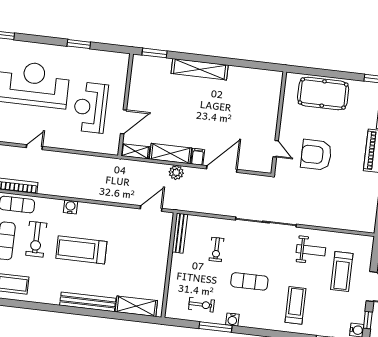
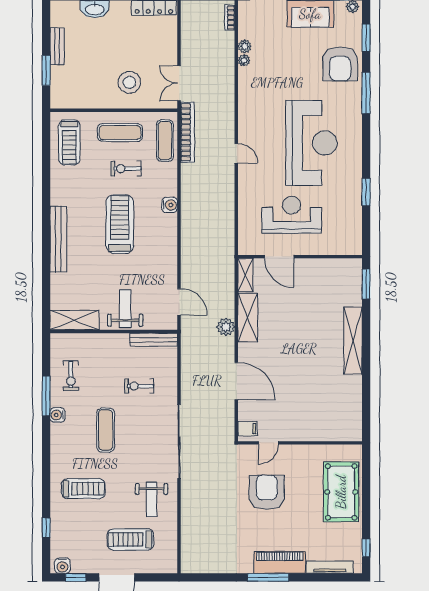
filing cabinet: (198, 157) -> (248, 429), moved
exercise bike: (36, 239) -> (126, 169), width x0.73, depth x0.72
weight bench: (151, 253) -> (125, 309), added
shelving: (136, 306) -> (75, 320), moved, turned 90

